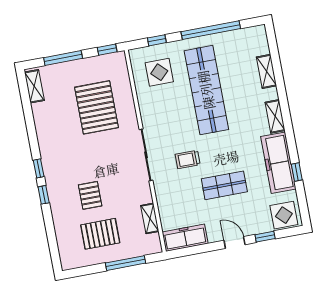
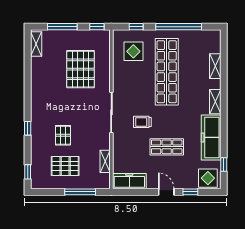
window: (39, 168) -> (28, 172), moved
window: (297, 172) -> (224, 164), moved

